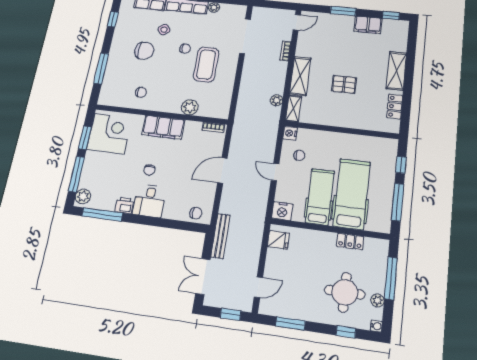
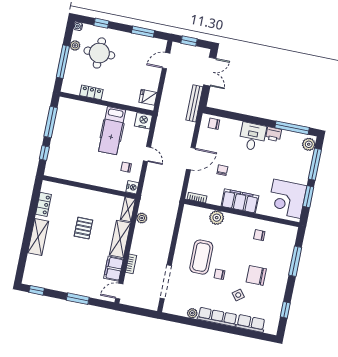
filing cabinet: (368, 25) -> (113, 269), moved, turned -90
pallet: (344, 84) -> (83, 228), turned 90
chair: (149, 170) -> (222, 170), moved
hospital bed: (352, 194) -> (86, 131), removed

